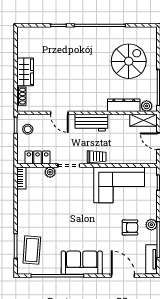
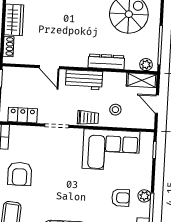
dresser: (124, 105) -> (106, 62), moved
stool: (28, 129) -> (115, 110), moved
plant: (50, 172) -> (36, 132), removed
armchair: (38, 211) -> (20, 174), added

